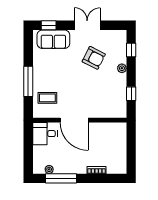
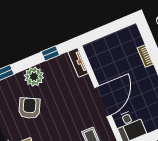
plant: (122, 68) -> (34, 77), width x1.88, depth x1.88
tv unit: (114, 113) -> (78, 63), added

